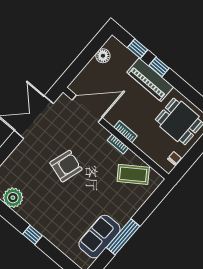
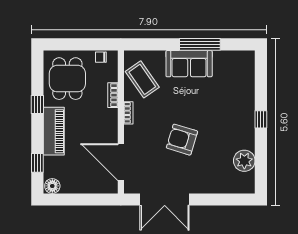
floor lamp: (103, 56) -> (52, 186), moved
window: (159, 67) -> (37, 105), moved
bookcase: (126, 132) -> (113, 95), moved
sofa: (99, 237) -> (189, 64), moved

